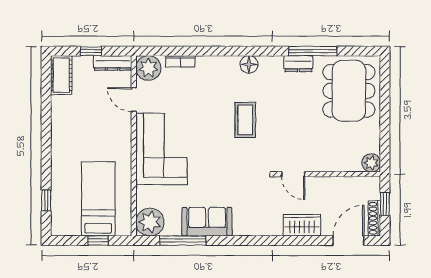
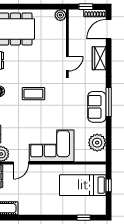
plant: (150, 222) -> (97, 143), moved
sofa: (207, 222) -> (97, 107), moved
window: (183, 241) -> (109, 102), moved
door: (349, 241) -> (109, 29), hinge flipped

